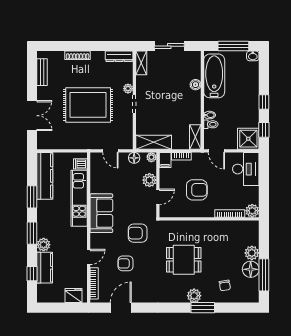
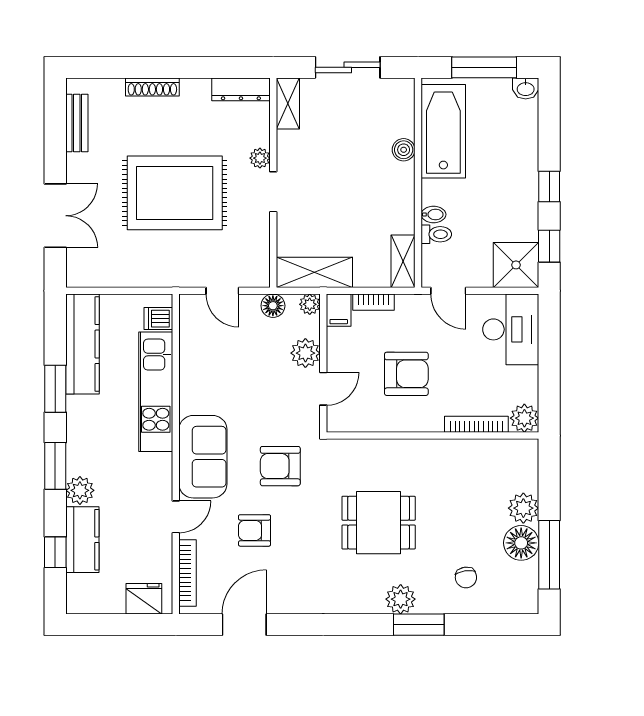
sofa: (101, 213) -> (203, 457), moved

